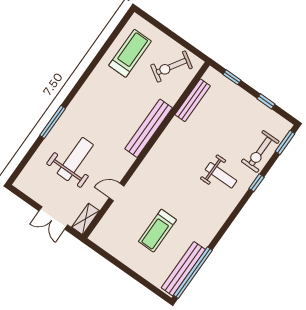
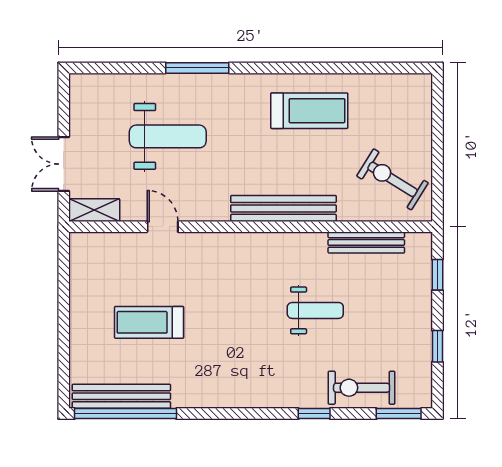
treadmill: (130, 53) -> (309, 111), moved
weight bench: (221, 175) -> (315, 310), moved, turned -90

